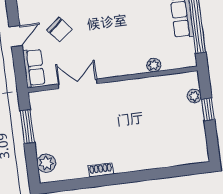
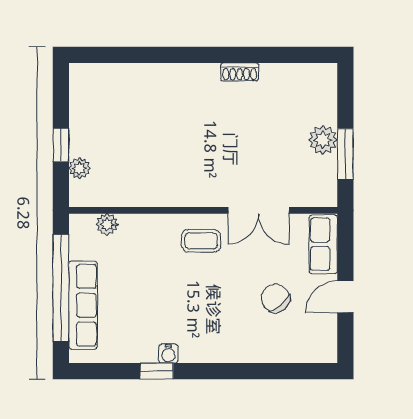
coffee table: (111, 60) -> (201, 241), added
plant: (154, 65) -> (107, 224), moved
plant: (46, 163) -> (323, 140), moved

